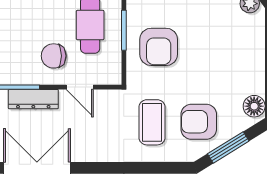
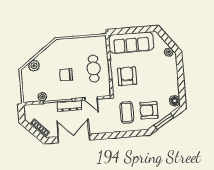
armchair: (159, 47) -> (127, 76), turned 180
chair: (54, 56) -> (66, 75), moved

